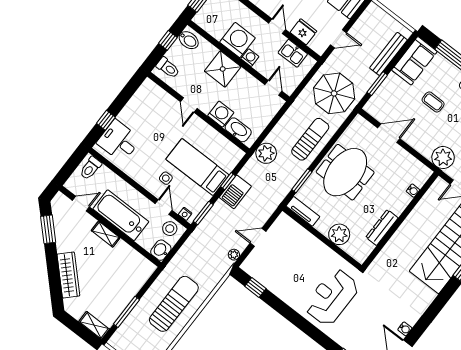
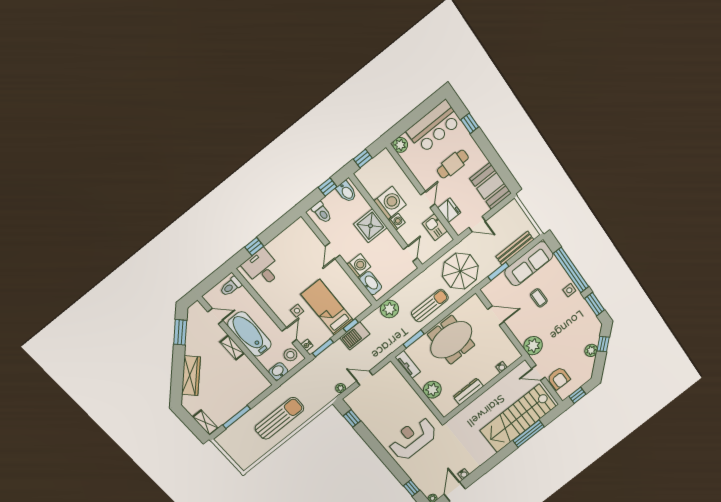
sofa: (414, 61) -> (529, 264), width x1.36

